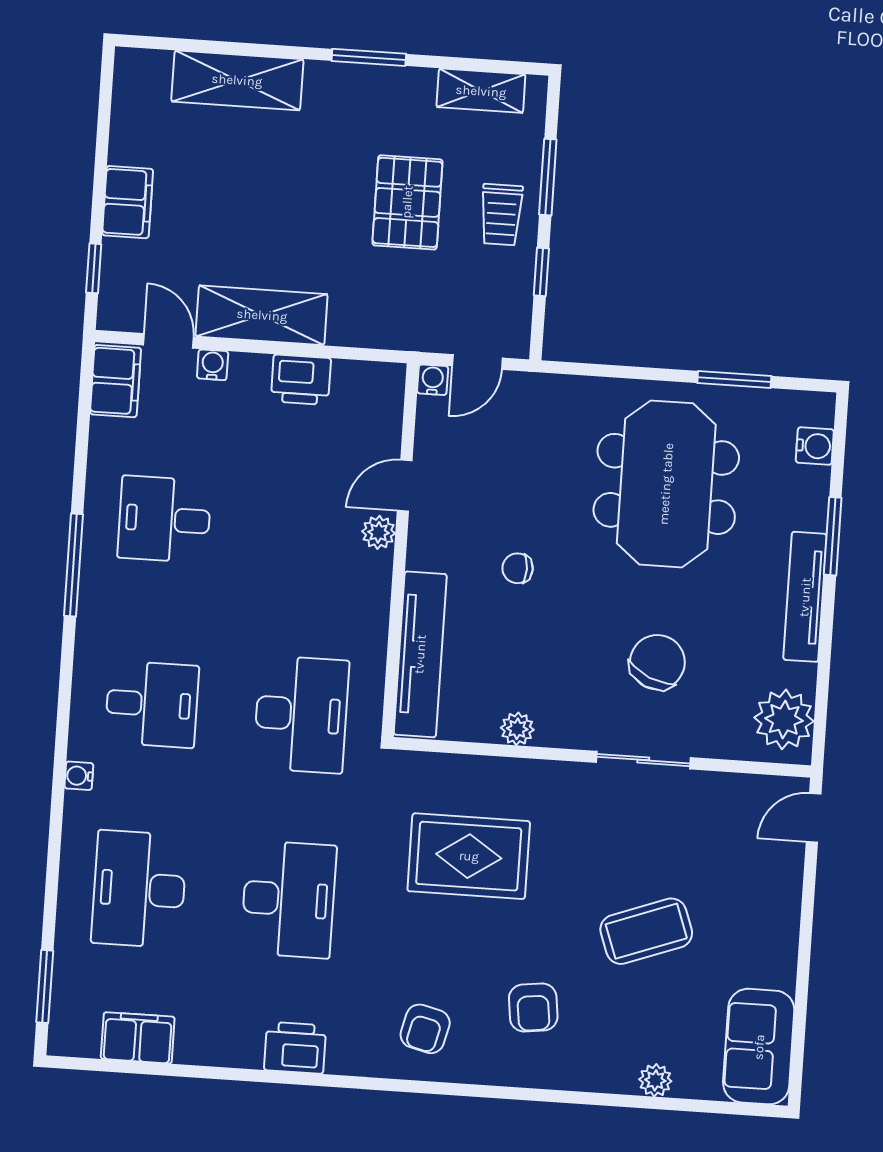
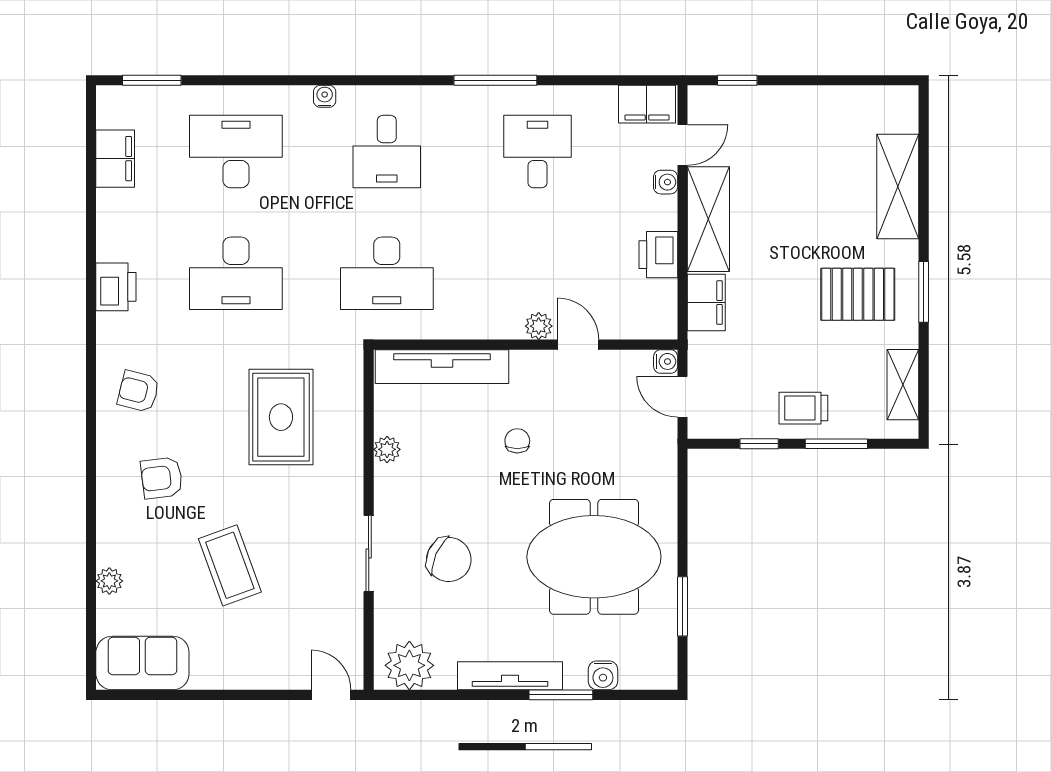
filing cabinet: (128, 202) -> (706, 303), moved, turned -90
pallet: (407, 202) -> (858, 294), moved
water cooler: (815, 446) -> (603, 675), moved

